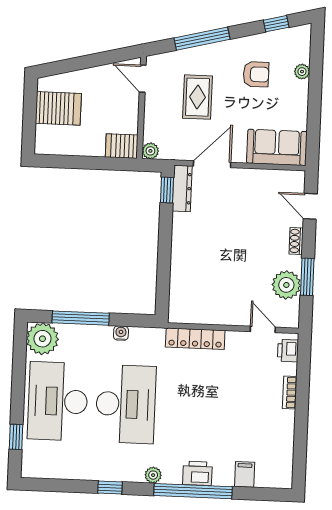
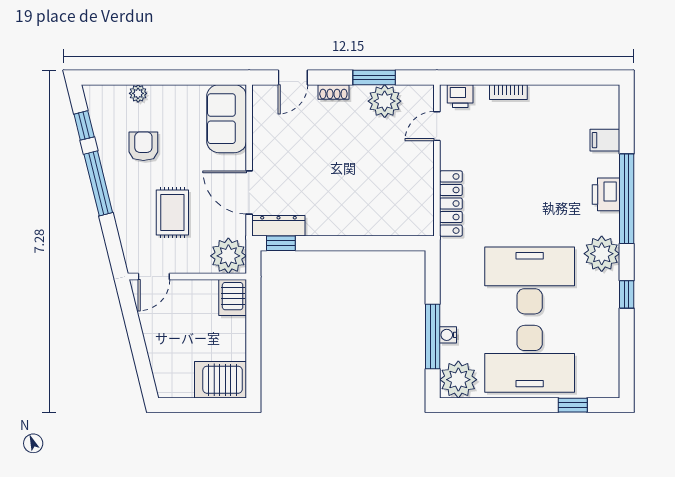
window: (202, 39) -> (98, 183), moved
rug: (198, 97) -> (172, 213), turned 90
server rack: (58, 108) -> (221, 380), moved, turned -90
plant: (150, 151) -> (228, 256), width x1.87, depth x1.87
water cooler: (121, 333) -> (448, 335), moved
plant: (153, 475) -> (602, 254), width x1.87, depth x1.87

